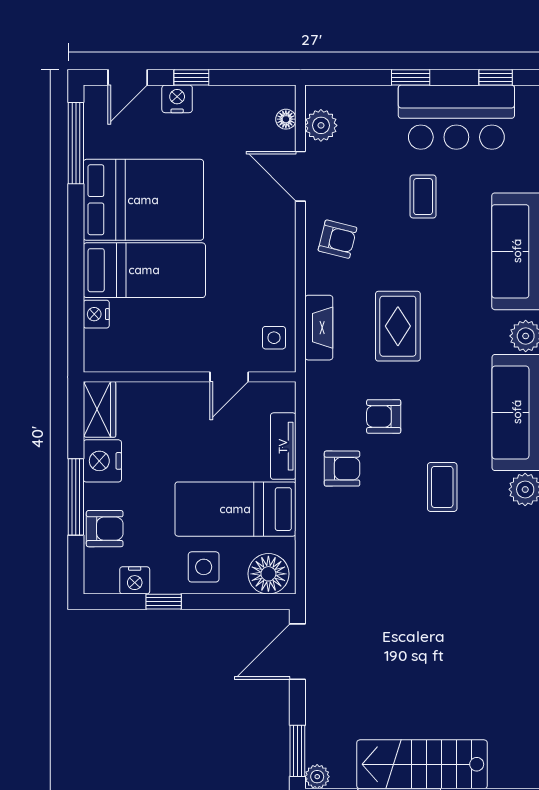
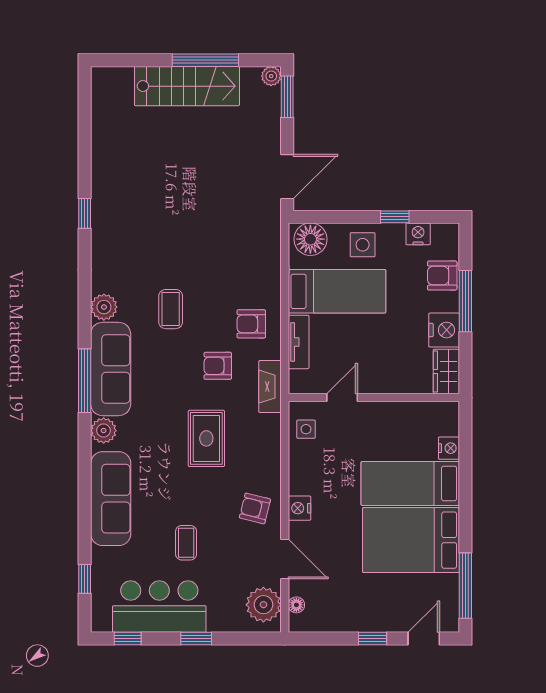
nightstand: (177, 99) -> (299, 508), moved, turned 90
plant: (321, 125) -> (263, 605), width x1.36, depth x1.36
fireplace: (319, 328) -> (270, 387), moved
armchair: (384, 416) -> (218, 366), turned 180

